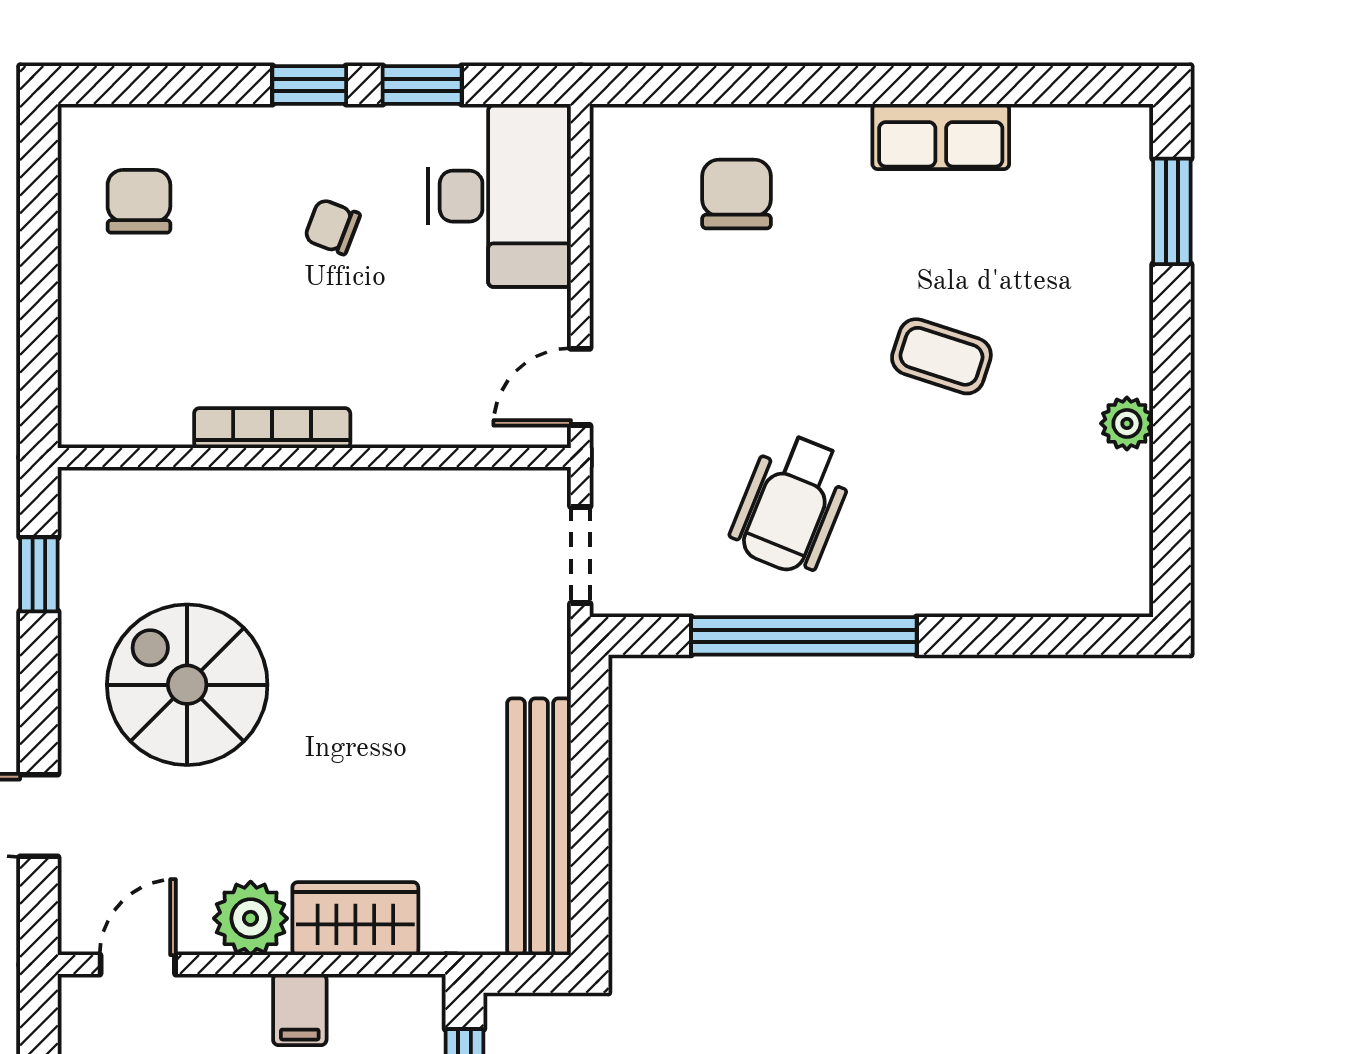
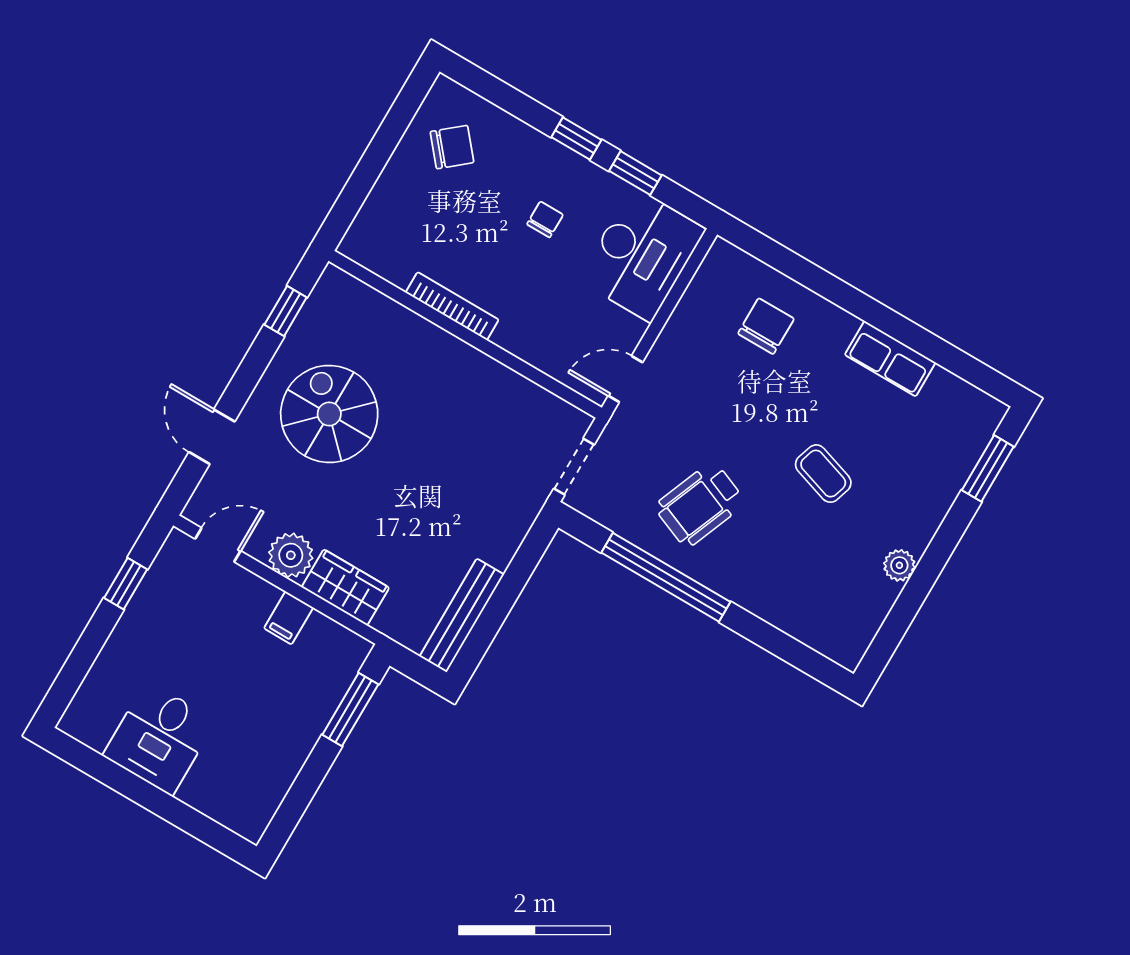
chair: (139, 201) -> (452, 147), turned 50
chair: (332, 227) -> (545, 219), turned 69
bench: (539, 827) -> (462, 615), width x0.73, depth x0.82

